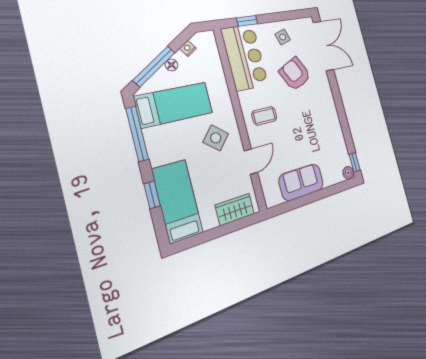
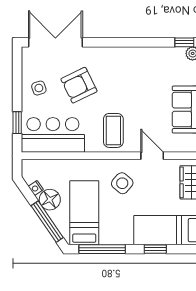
floor lamp: (171, 65) -> (50, 200), width x1.89, depth x1.89
coffee table: (264, 116) -> (113, 130), width x1.36, depth x1.30

